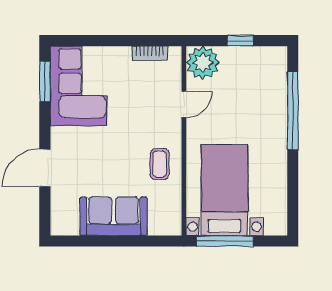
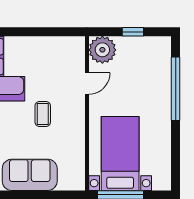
bookcase: (150, 53) -> (59, 42), removed
coffee table: (159, 164) -> (43, 114), moved

